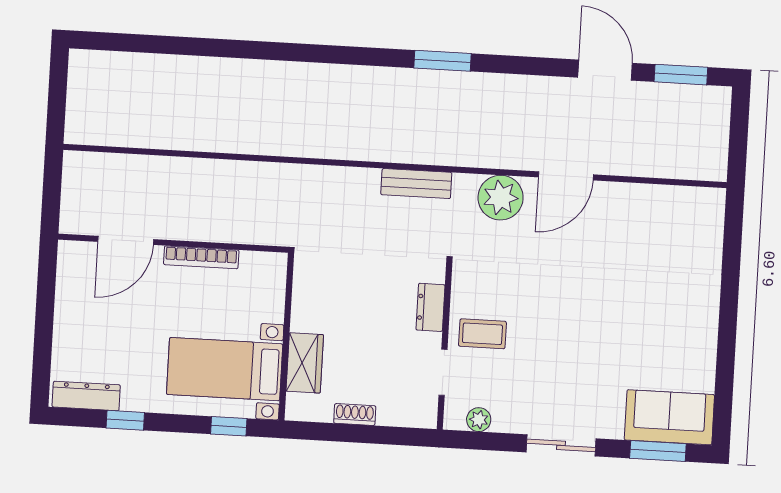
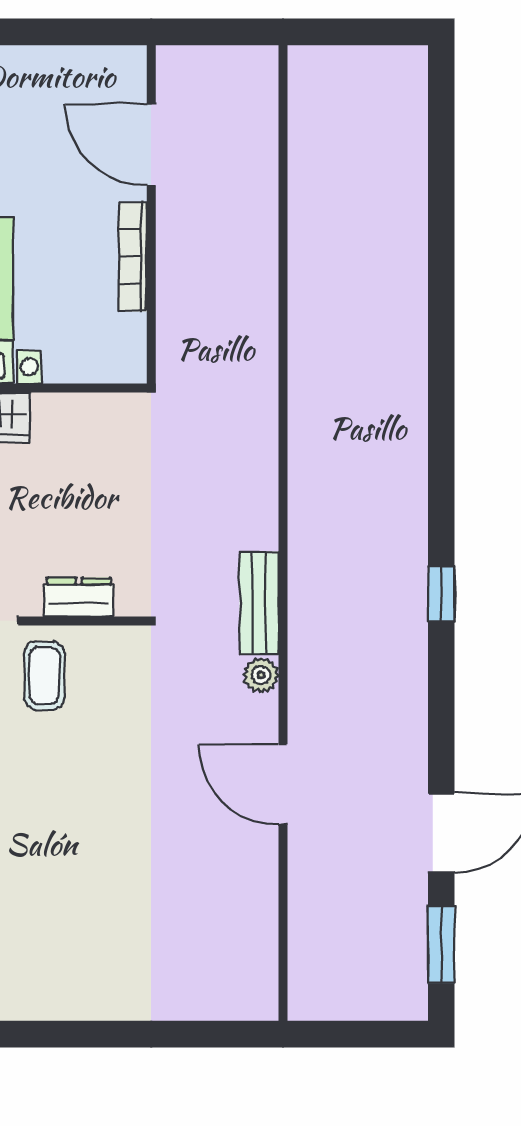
window: (443, 61) -> (441, 594), width x0.67
bench: (416, 184) -> (259, 603), moved
plant: (501, 198) -> (261, 675), width x0.53, depth x0.53

